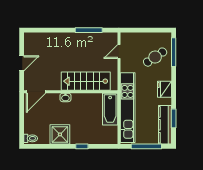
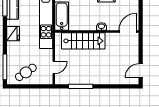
cafe table: (155, 57) -> (26, 72), moved
door: (22, 63) -> (141, 71), moved

